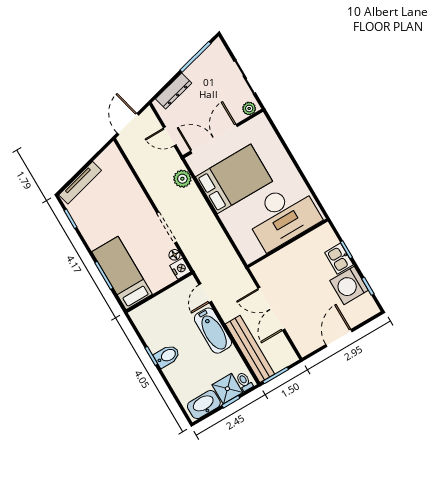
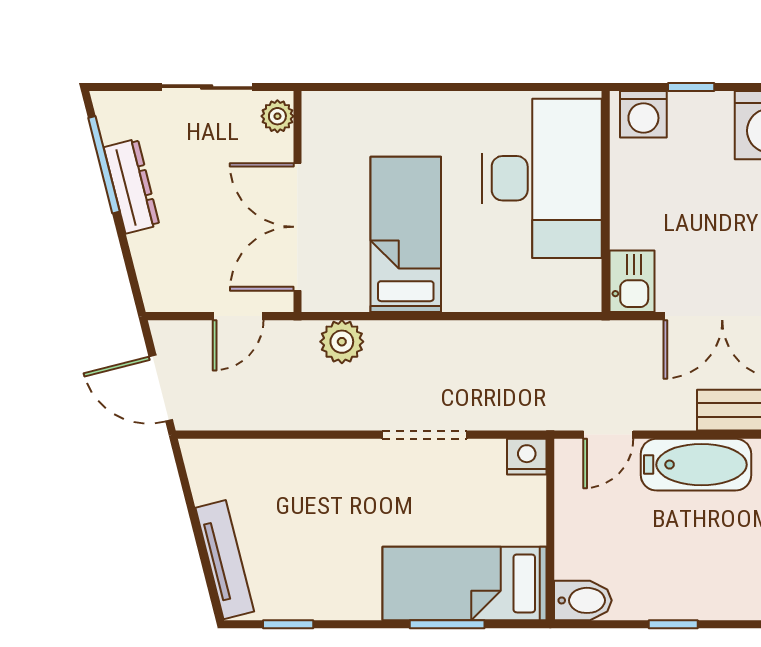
dresser: (174, 91) -> (132, 186), moved
bed: (234, 179) -> (406, 234), width x0.67
washing machine: (327, 238) -> (643, 114), added
floor lamp: (175, 255) -> (491, 452), removed
kitchen sink: (339, 259) -> (632, 281), moved, turned -90
door: (205, 293) -> (608, 435), hinge flipped
bidet: (167, 356) -> (583, 600), moved, turned 90

